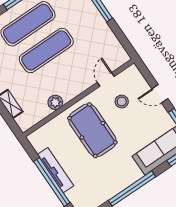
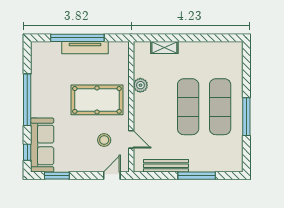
bench: (108, 35) -> (166, 166), added
door: (160, 94) -> (112, 176), moved

